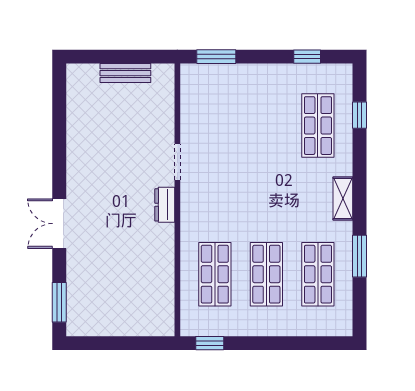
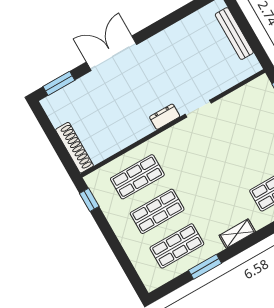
bench: (125, 73) -> (234, 34), width x1.36
double door: (59, 224) -> (112, 53), width x1.37
shoe rack: (142, 326) -> (75, 148), added

